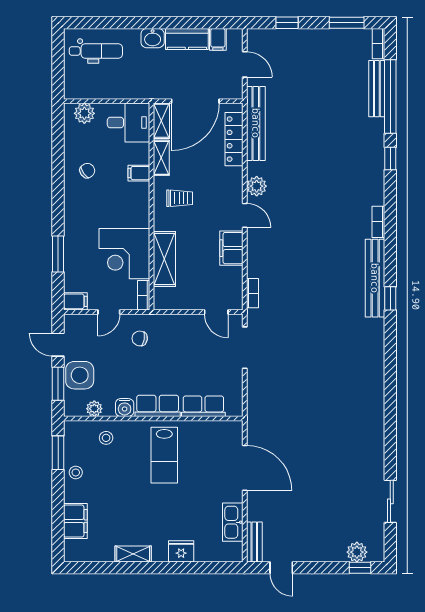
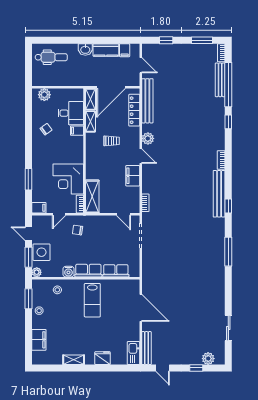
desk: (128, 123) -> (71, 113), moved
trolley: (180, 198) -> (112, 141), moved
shelving: (164, 259) -> (92, 197), moved
window: (390, 374) -> (228, 252), added
plant: (94, 409) -> (37, 272), moved
kitchen sink: (233, 522) -> (133, 353), moved
bench: (254, 542) -> (146, 348), width x1.36
window: (360, 568) -> (196, 368), moved

